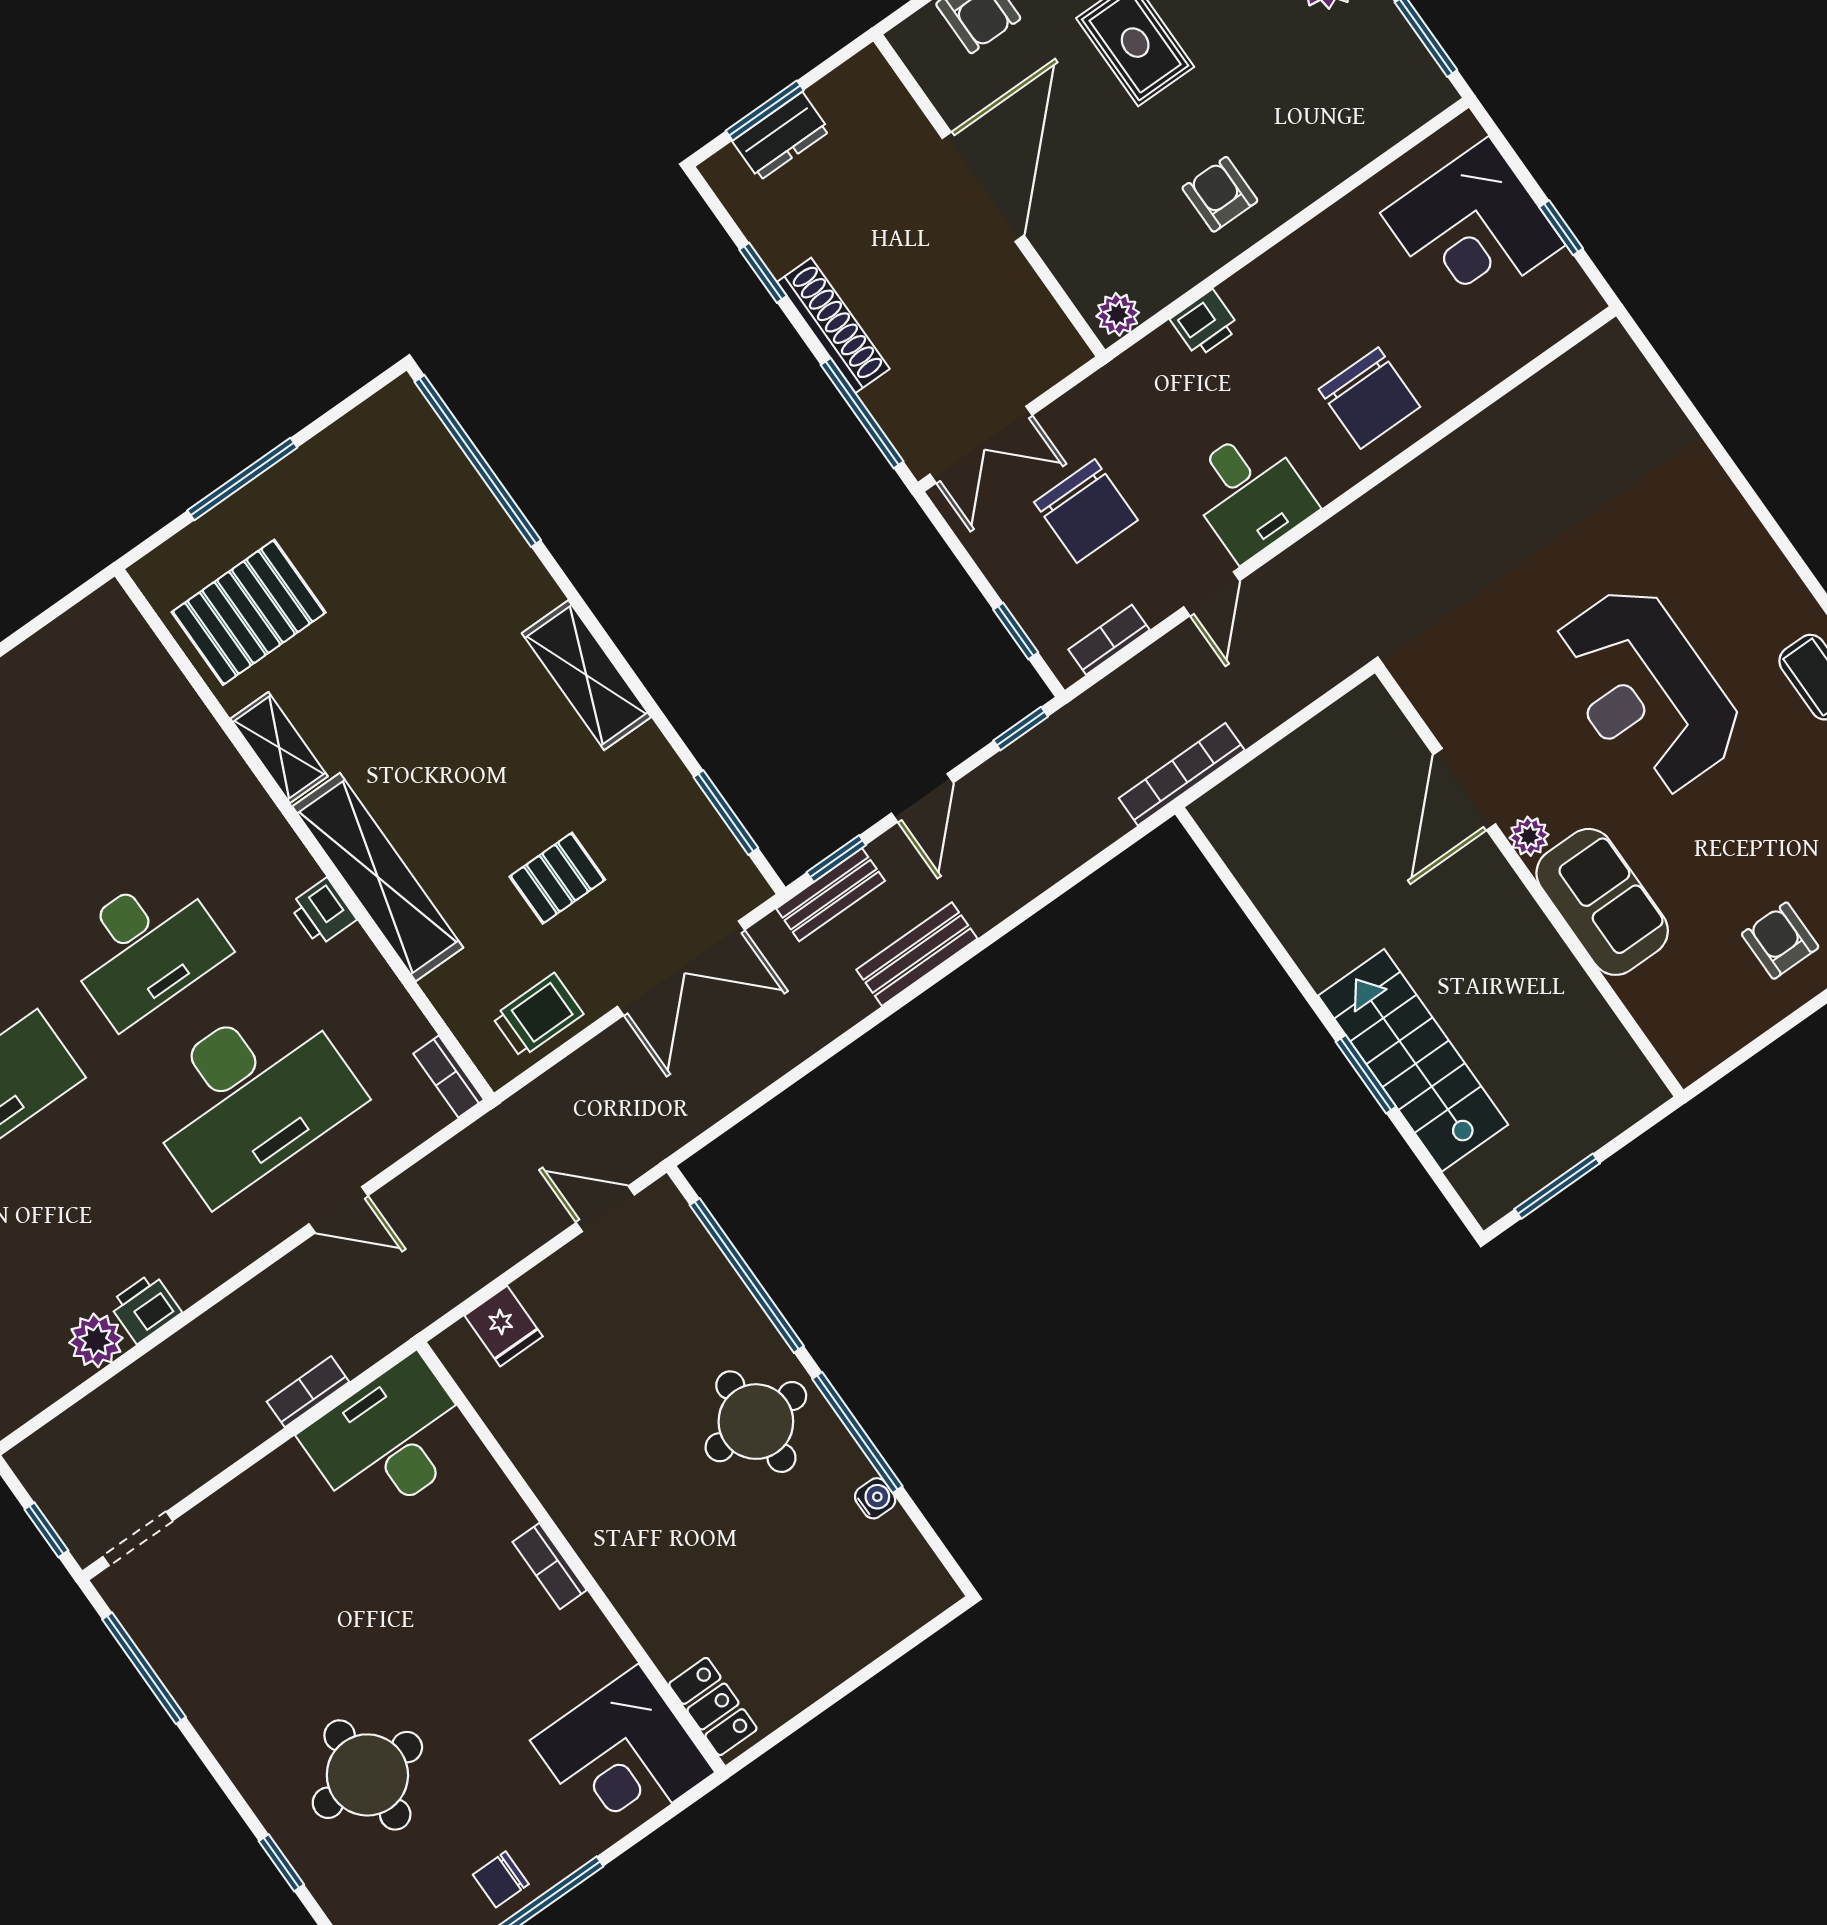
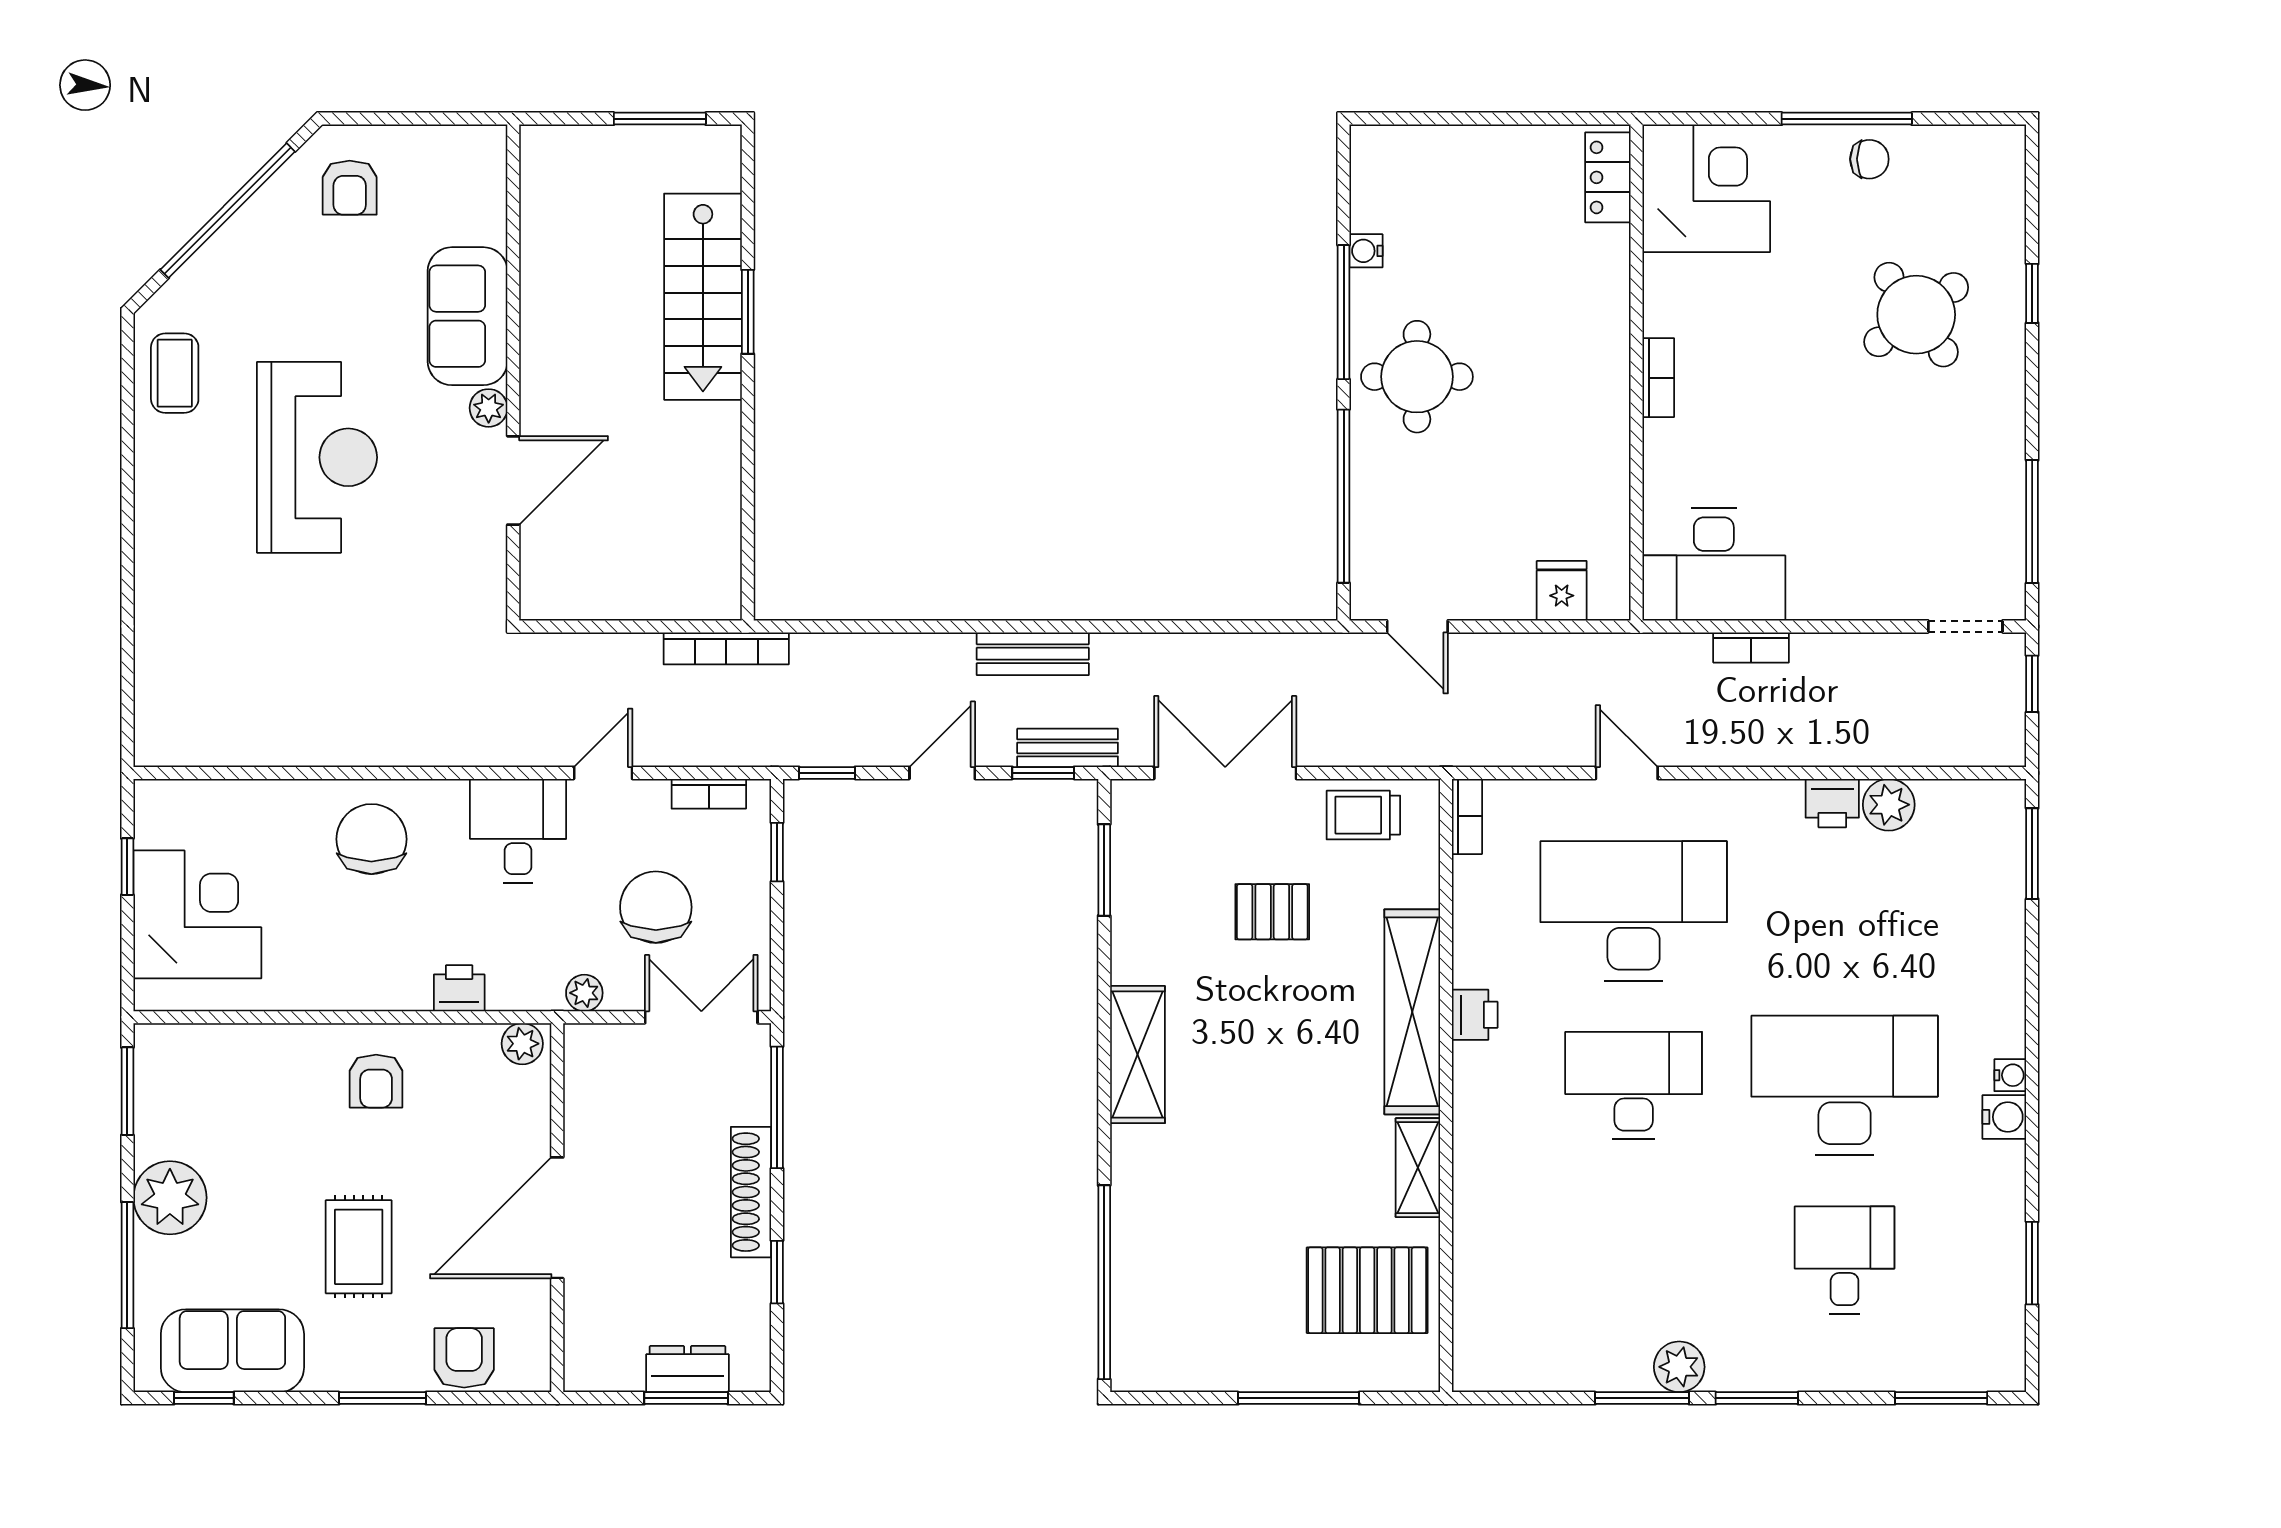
plant: (1095, 395) -> (584, 993), added
round table: (367, 1775) -> (1916, 315), turned -36

